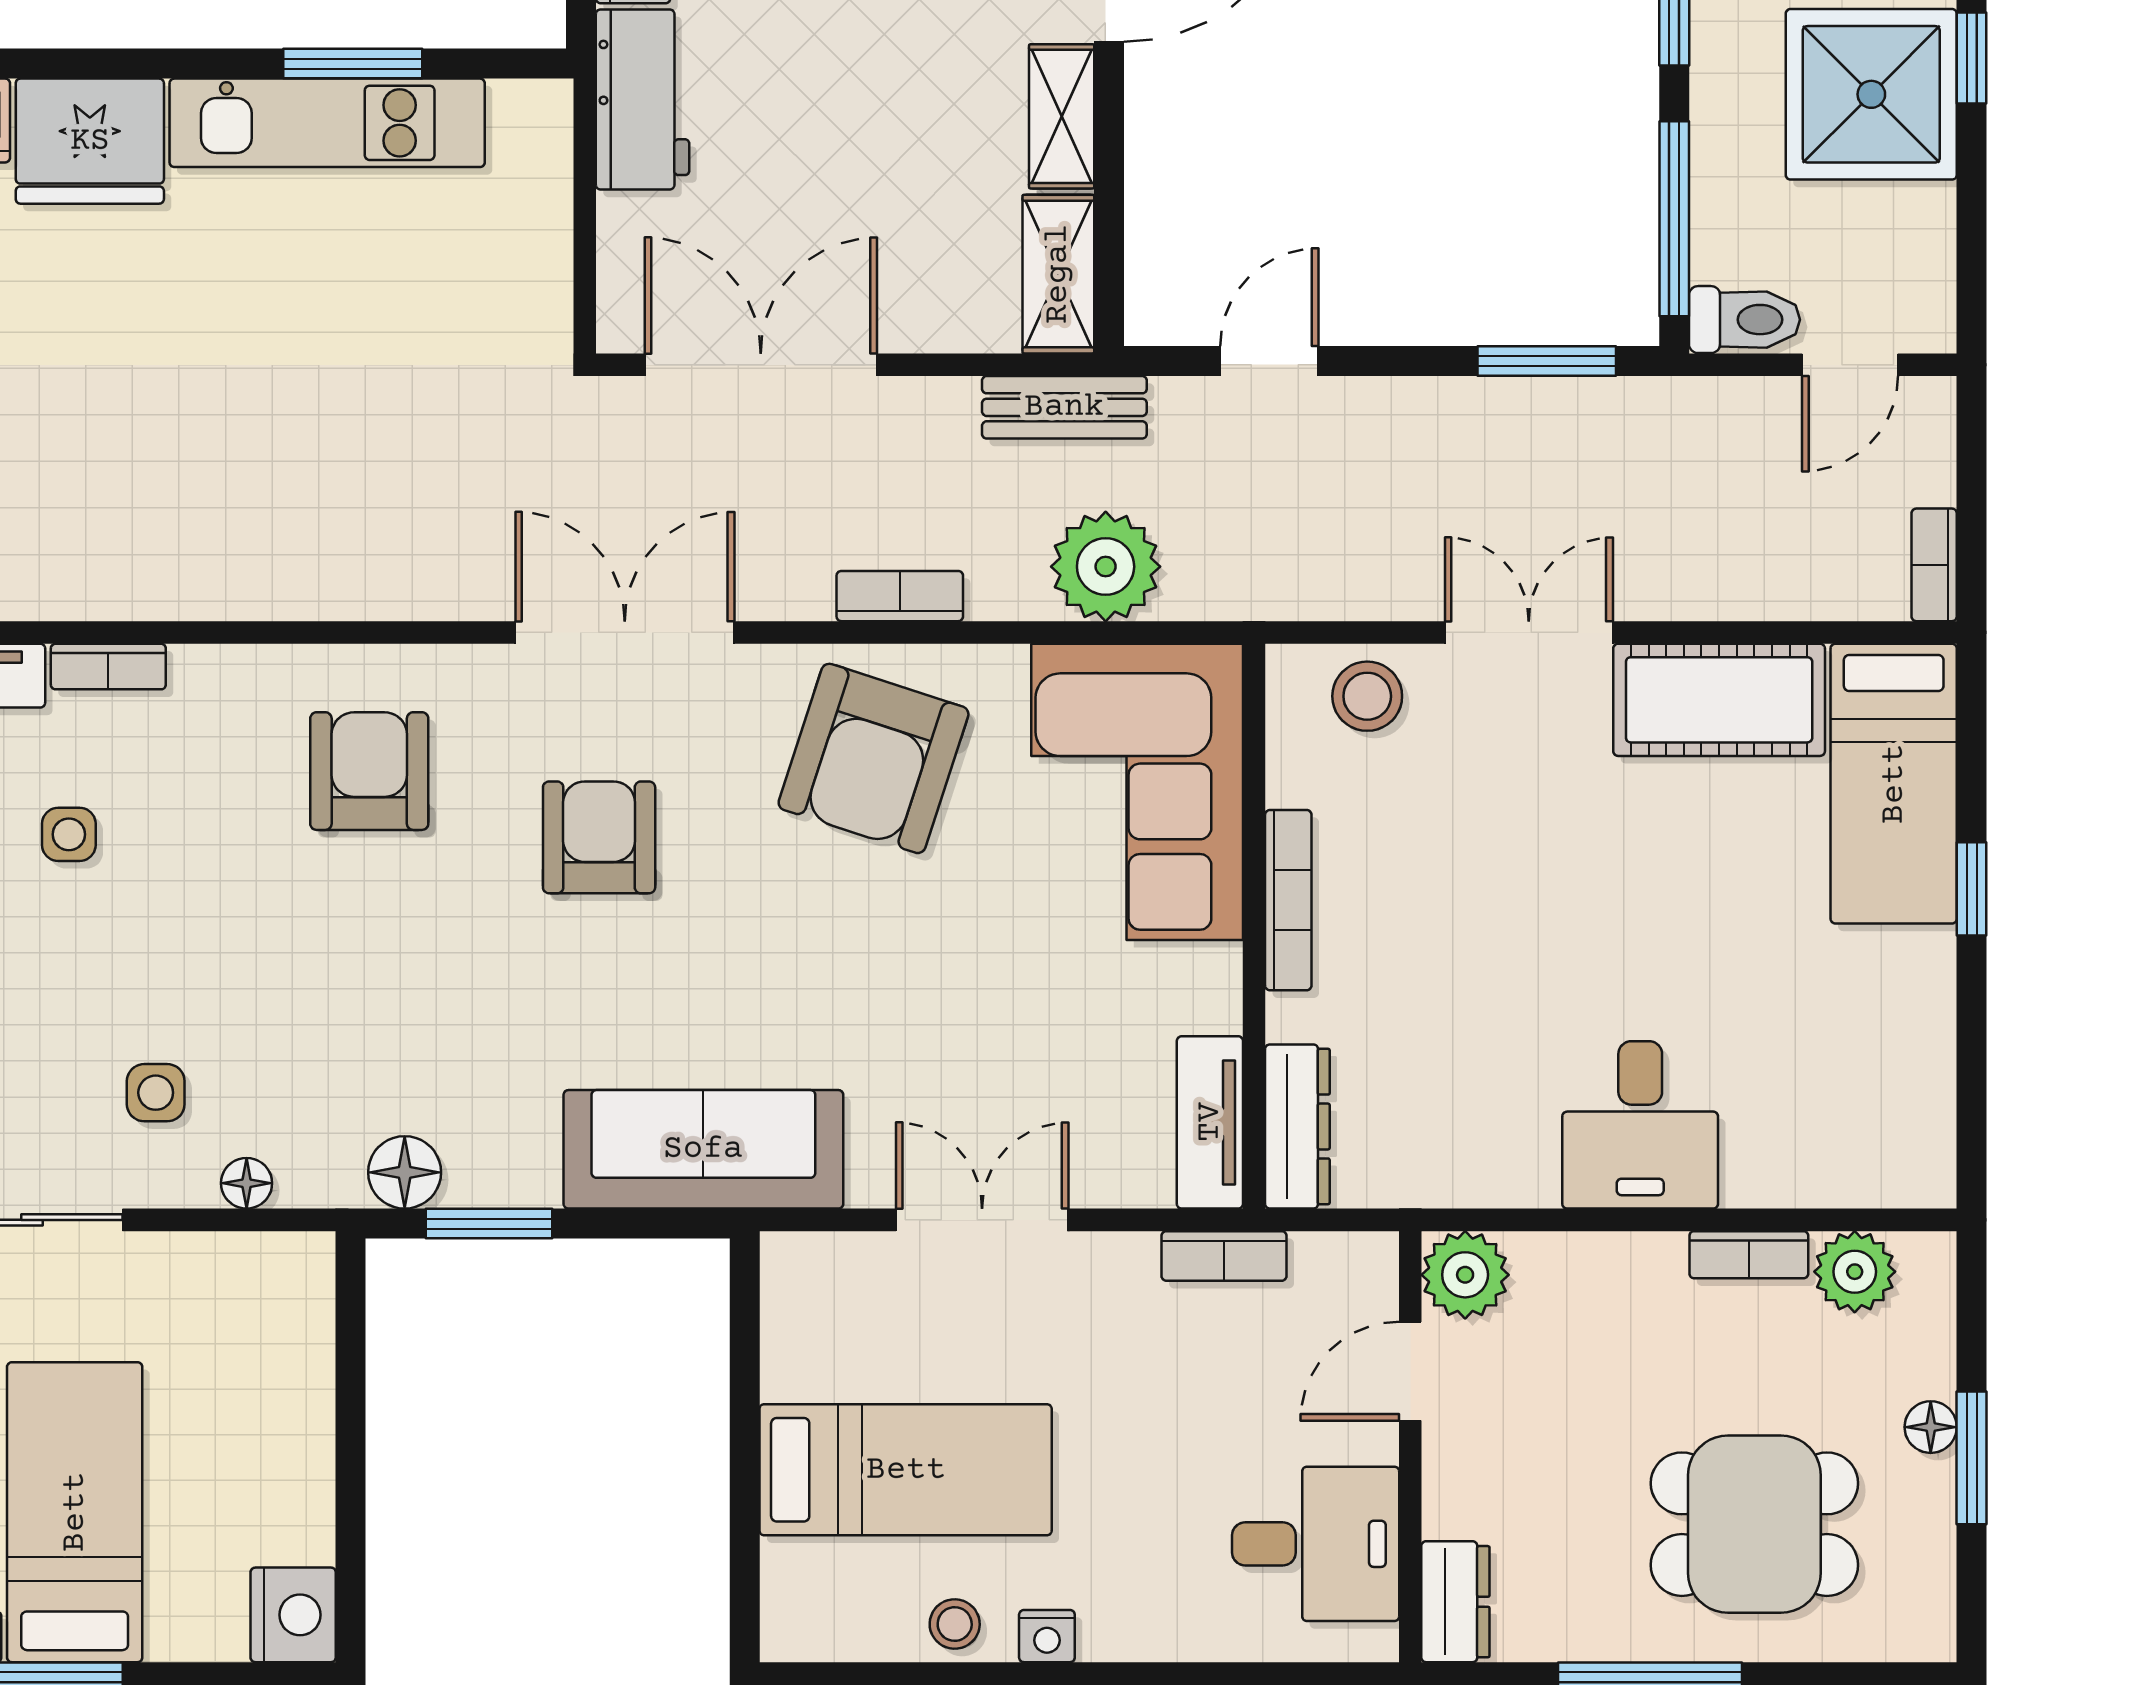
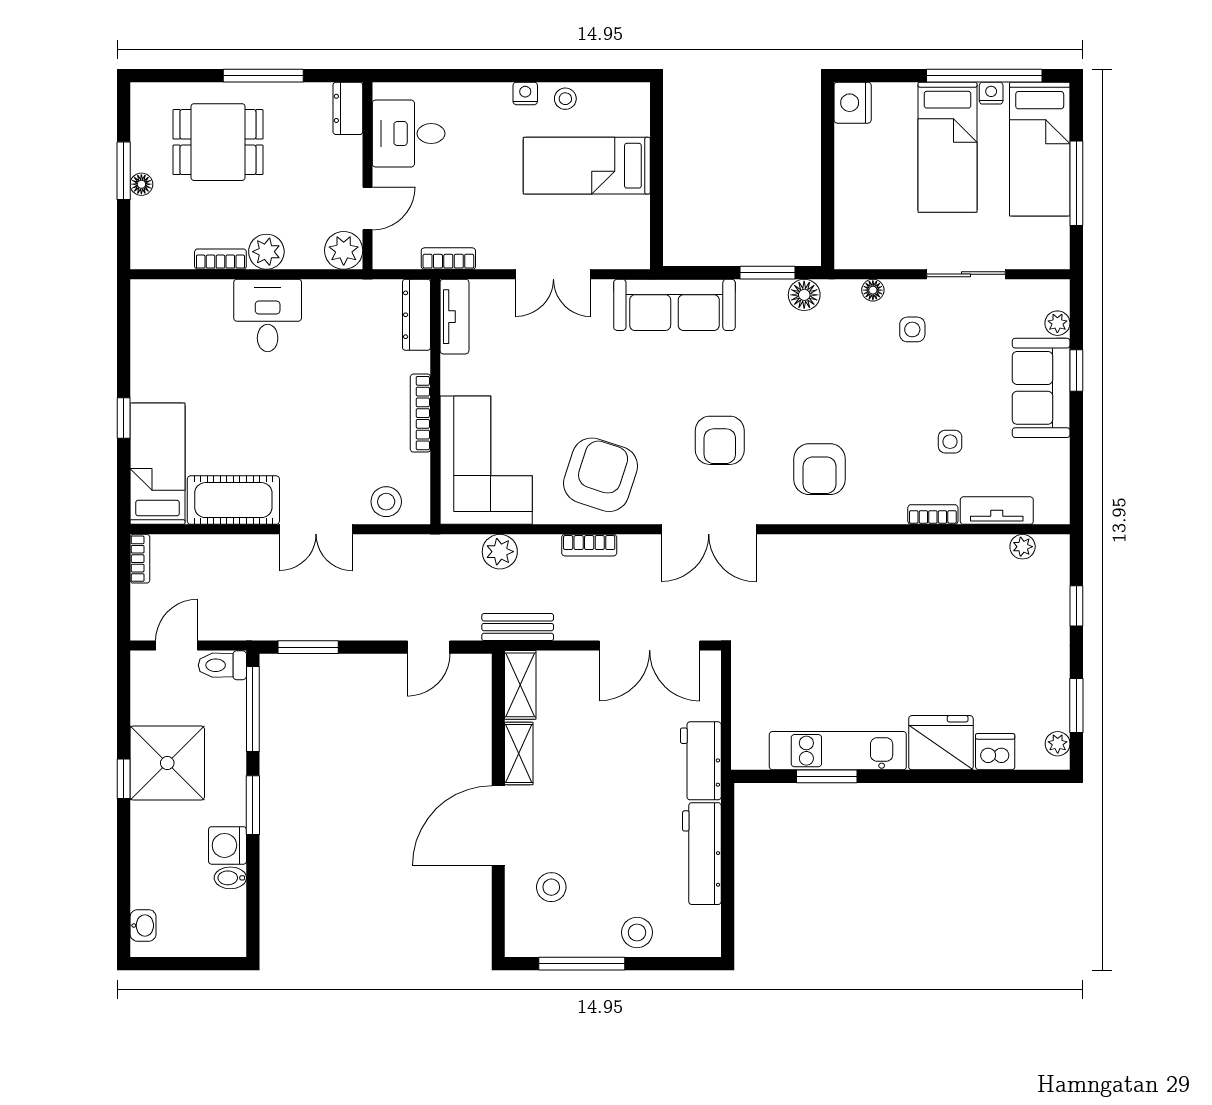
plant: (1106, 567) -> (500, 552), width x0.73, depth x0.73
plant: (1855, 1272) -> (266, 252), moved

